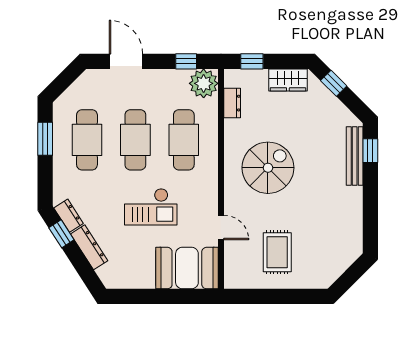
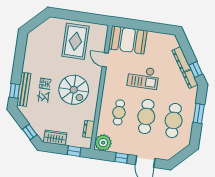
window: (186, 61) -> (121, 158), moved
window: (45, 139) -> (199, 113), moved
cafe table: (184, 140) -> (119, 112), width x0.73, depth x0.74
spiral stairs: (268, 168) -> (74, 90), turned -90
checkout: (151, 207) -> (143, 77), turned 180
rug: (277, 252) -> (75, 41), width x1.36, depth x1.43

